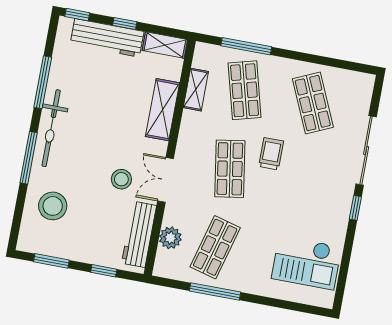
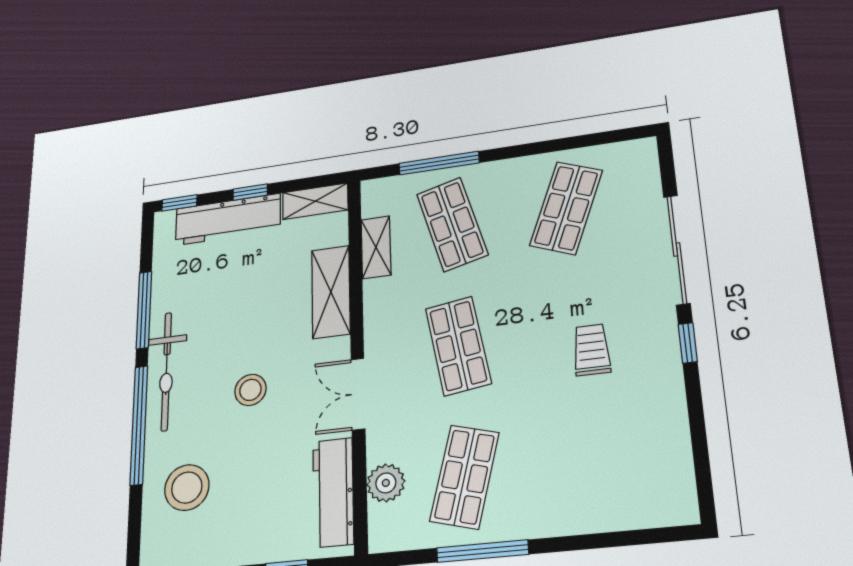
shop shelf: (313, 103) -> (566, 208), turned 45
trolley: (271, 154) -> (592, 350), moved
window: (29, 158) -> (139, 425), width x1.46
stool: (121, 179) -> (250, 390), moved
checkout: (306, 263) -> (630, 457), removed

